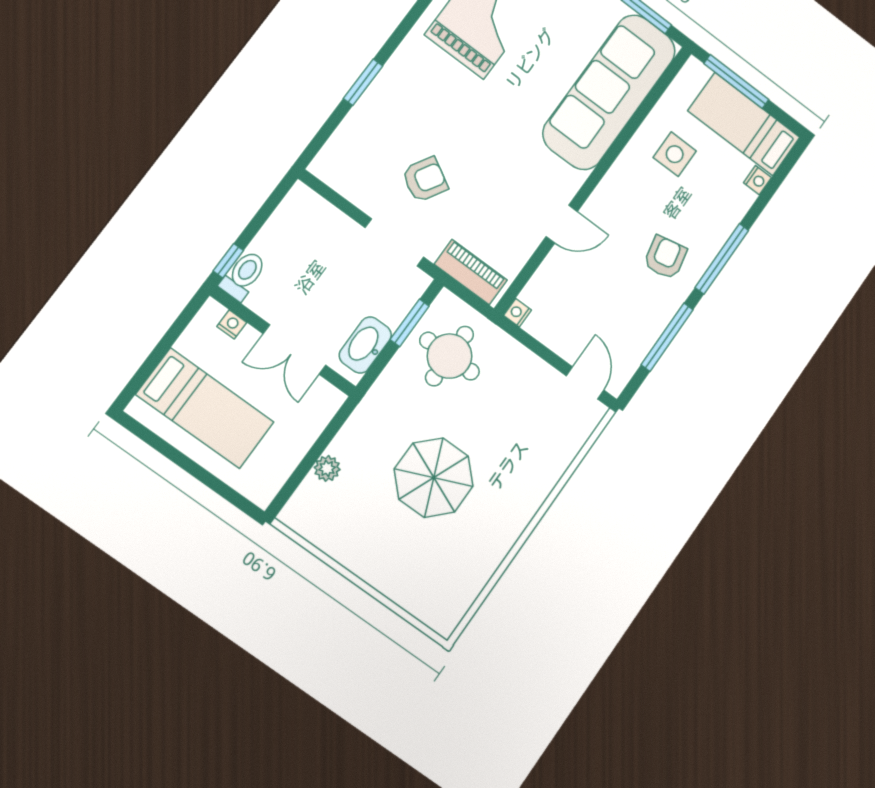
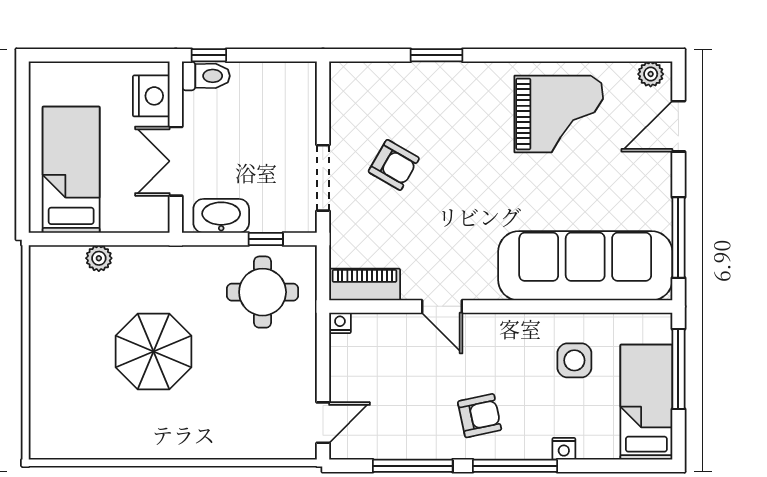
nightstand: (757, 180) -> (564, 449), moved
piano: (471, 272) -> (365, 284), moved, turned -90
window: (410, 323) -> (266, 239), width x0.67
nightstand: (232, 324) -> (151, 96), width x1.89, depth x1.79
bed: (205, 408) -> (71, 170), moved, turned 180

